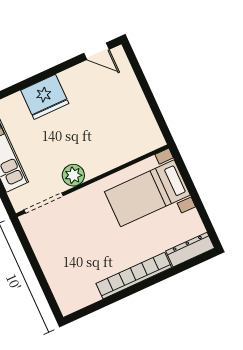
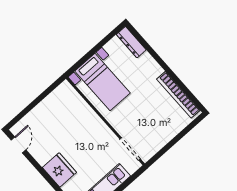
plant: (73, 175) -> (106, 135), removed
bookcase: (134, 276) -> (178, 95), moved

